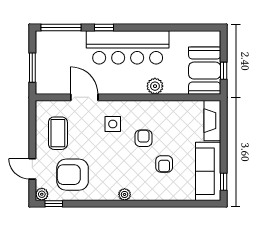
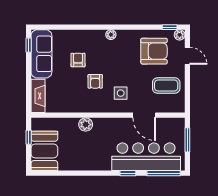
bar counter: (128, 47) -> (146, 157), moved
booth: (205, 71) -> (44, 151), moved
coffee table: (58, 133) -> (166, 86), turned 90

